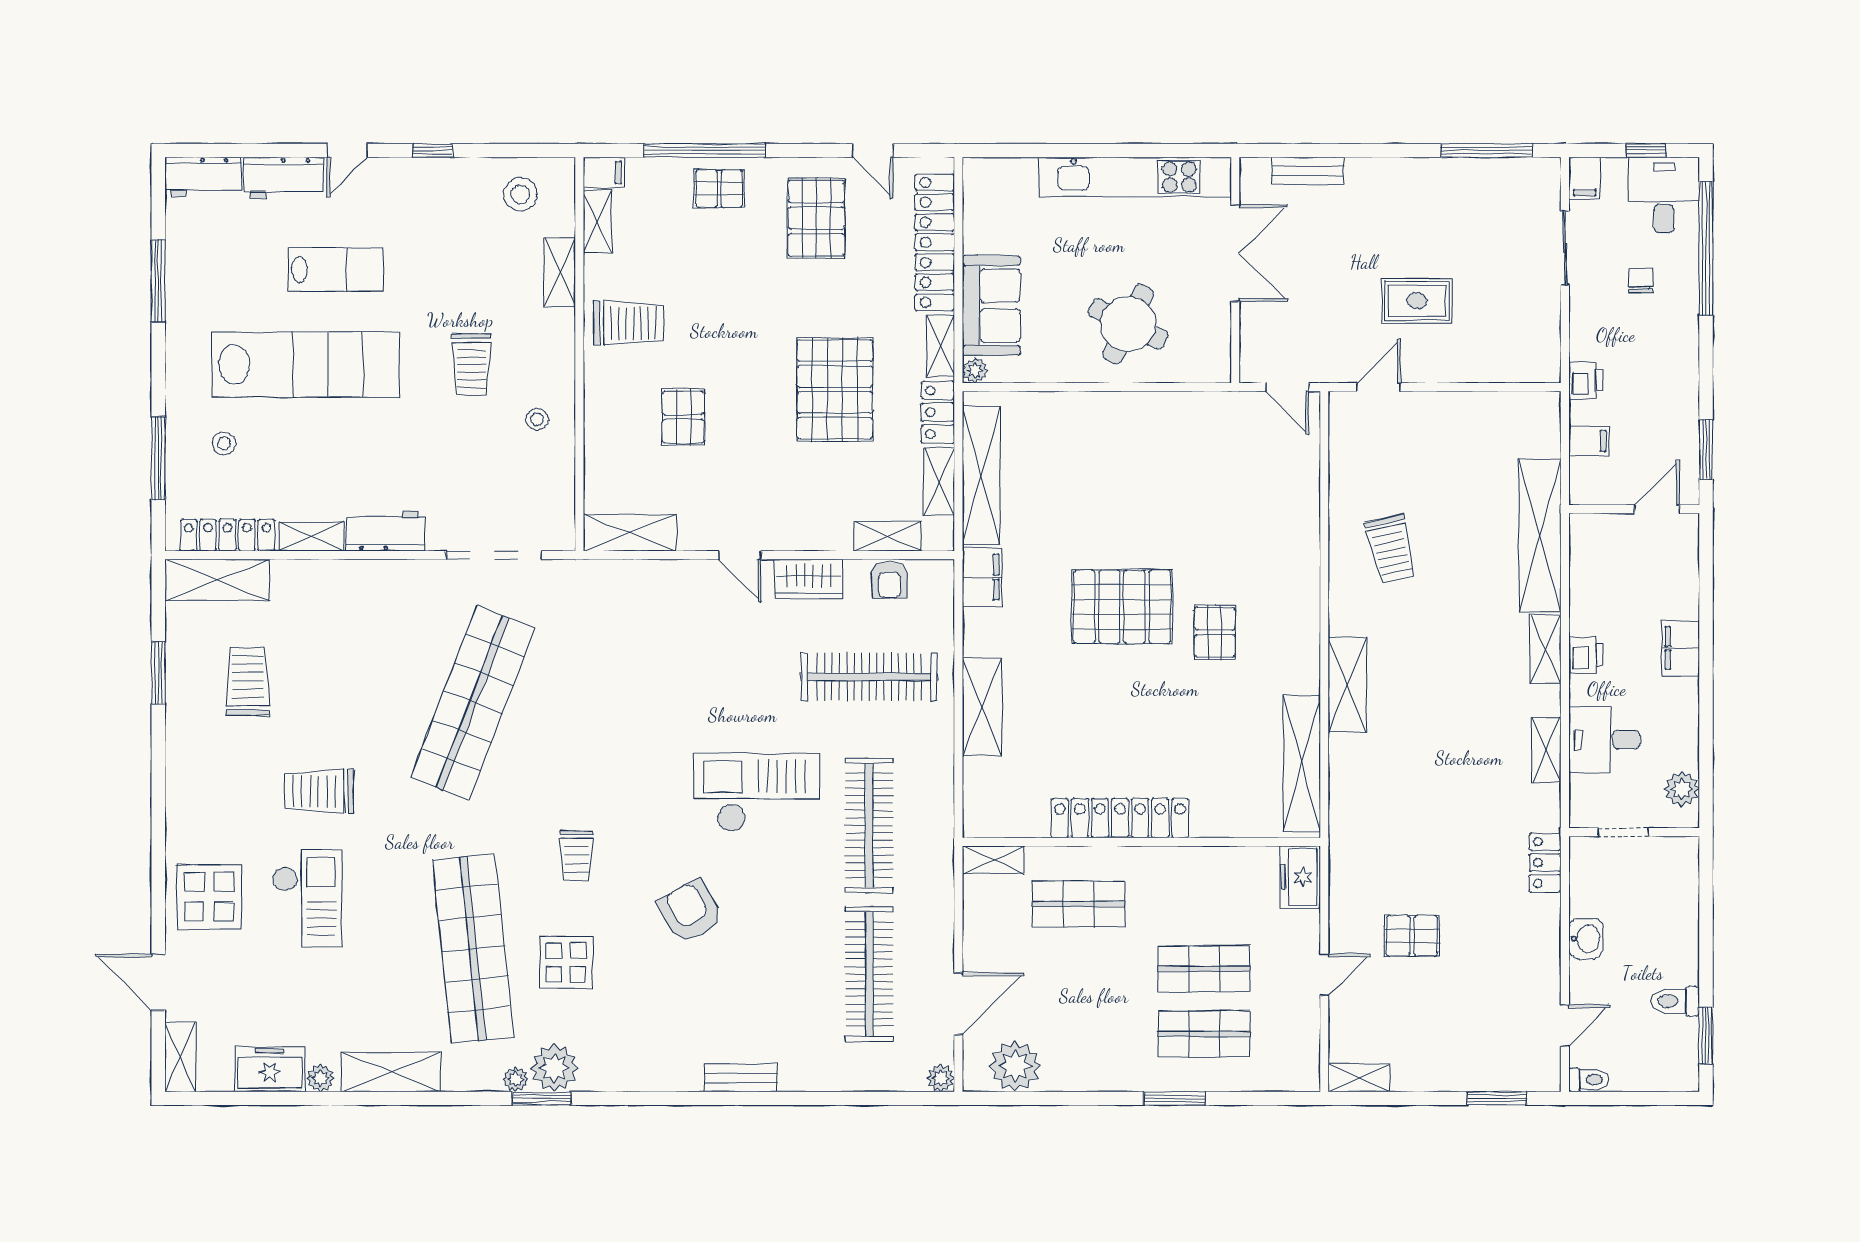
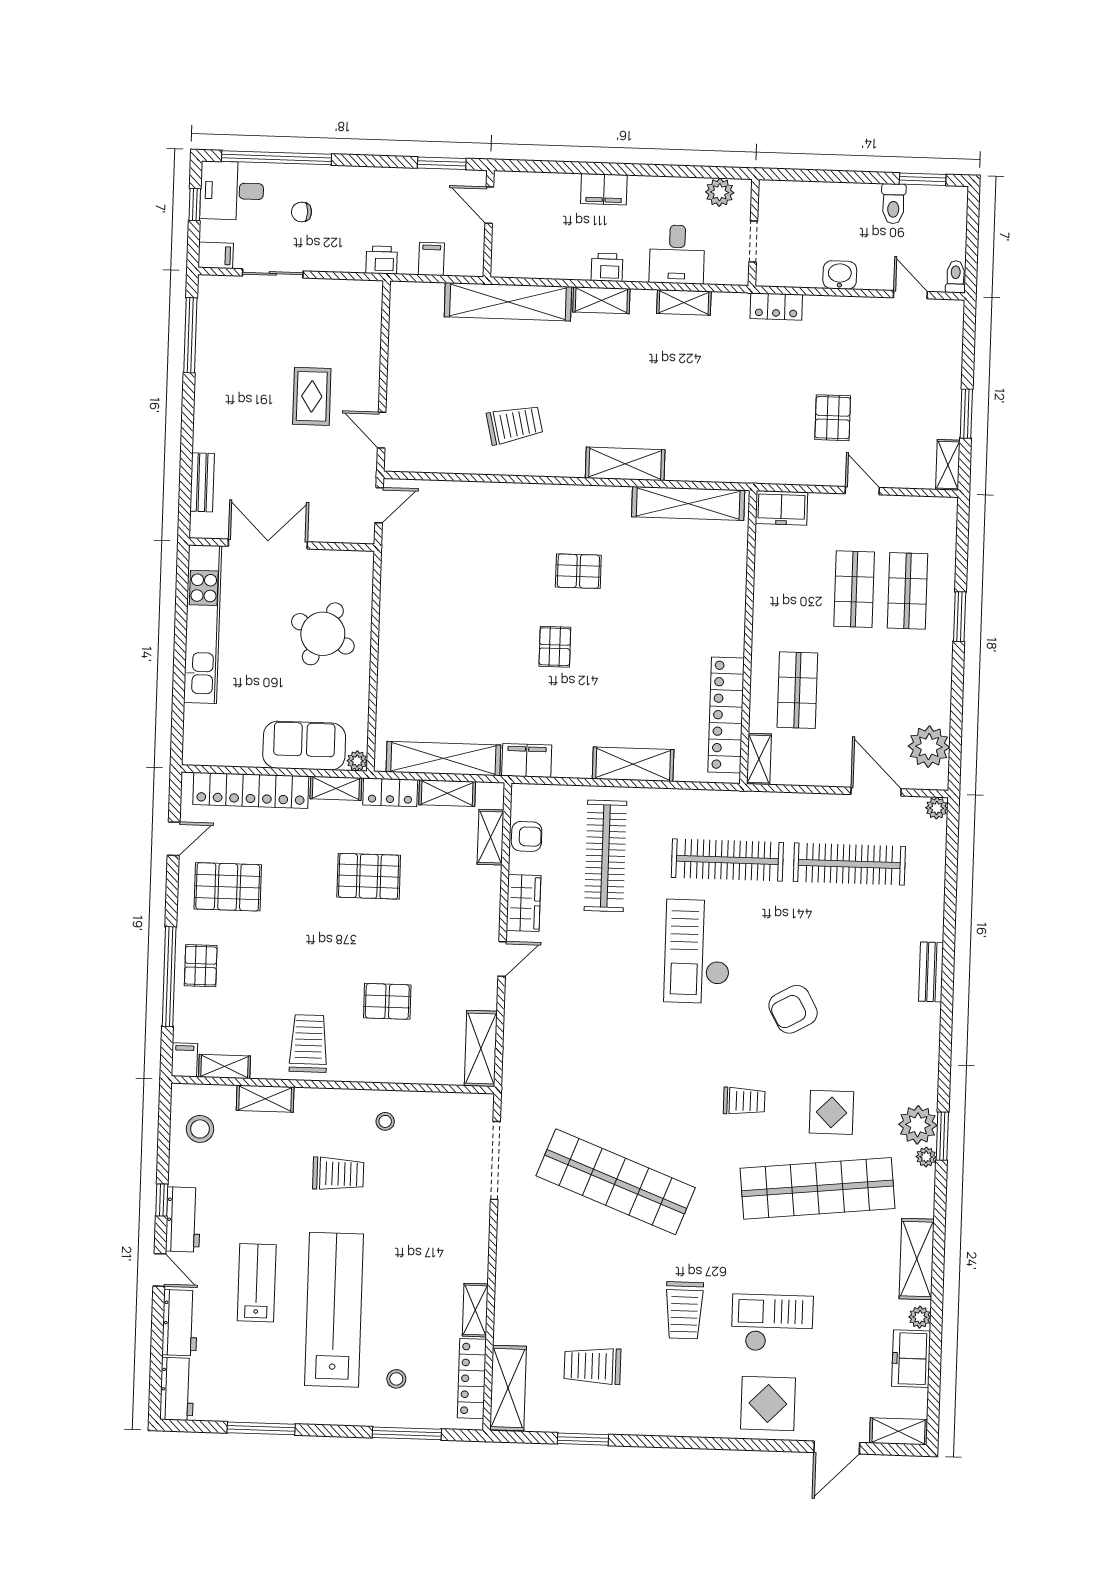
pallet: (835, 389) -> (369, 876), width x0.73, depth x0.71
workbench: (385, 531) -> (183, 1219), moved, turned 180
pallet: (1122, 607) -> (555, 647), width x0.49, depth x0.50
locker: (1120, 818) -> (726, 715), moved
window: (1496, 1098) -> (966, 414), moved

